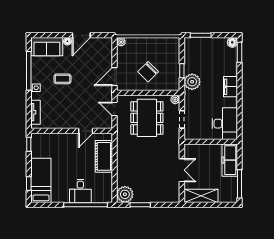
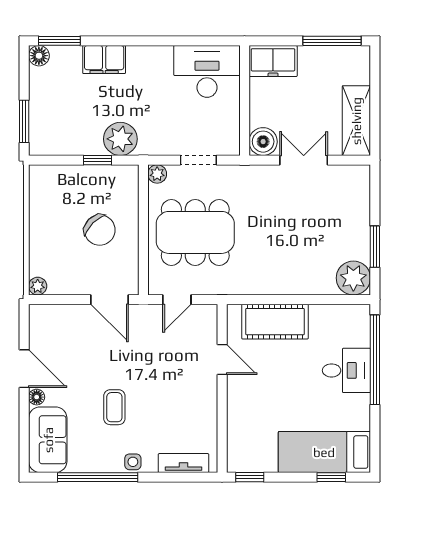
filing cabinet: (230, 87) -> (104, 60), moved
boiler: (191, 151) -> (263, 142), added
freezer: (230, 160) -> (273, 61), width x0.71

